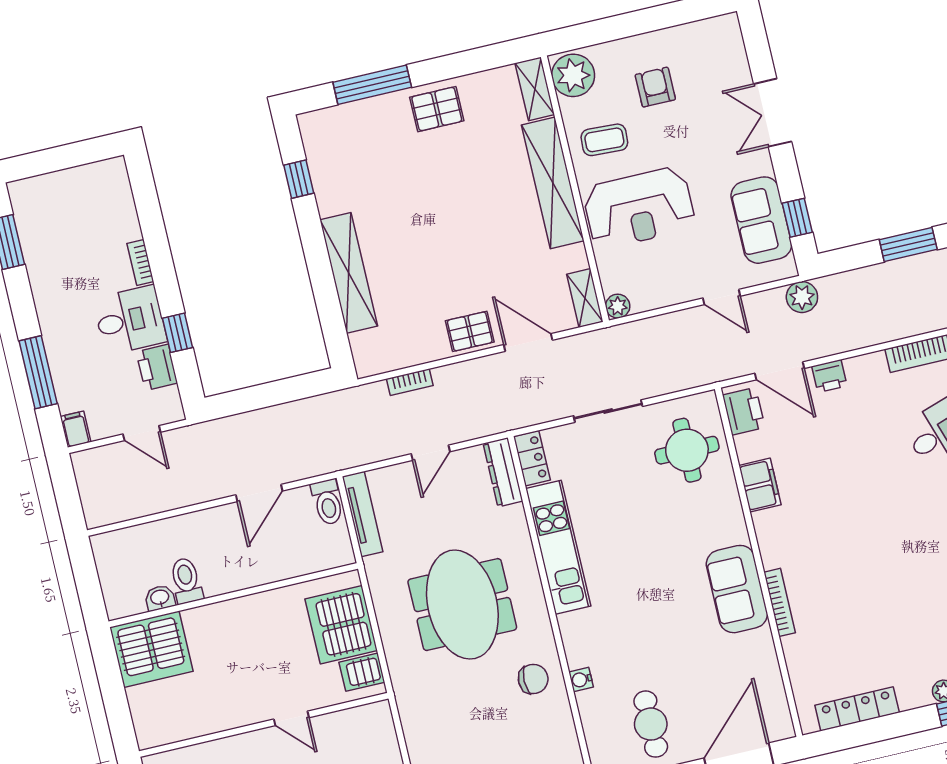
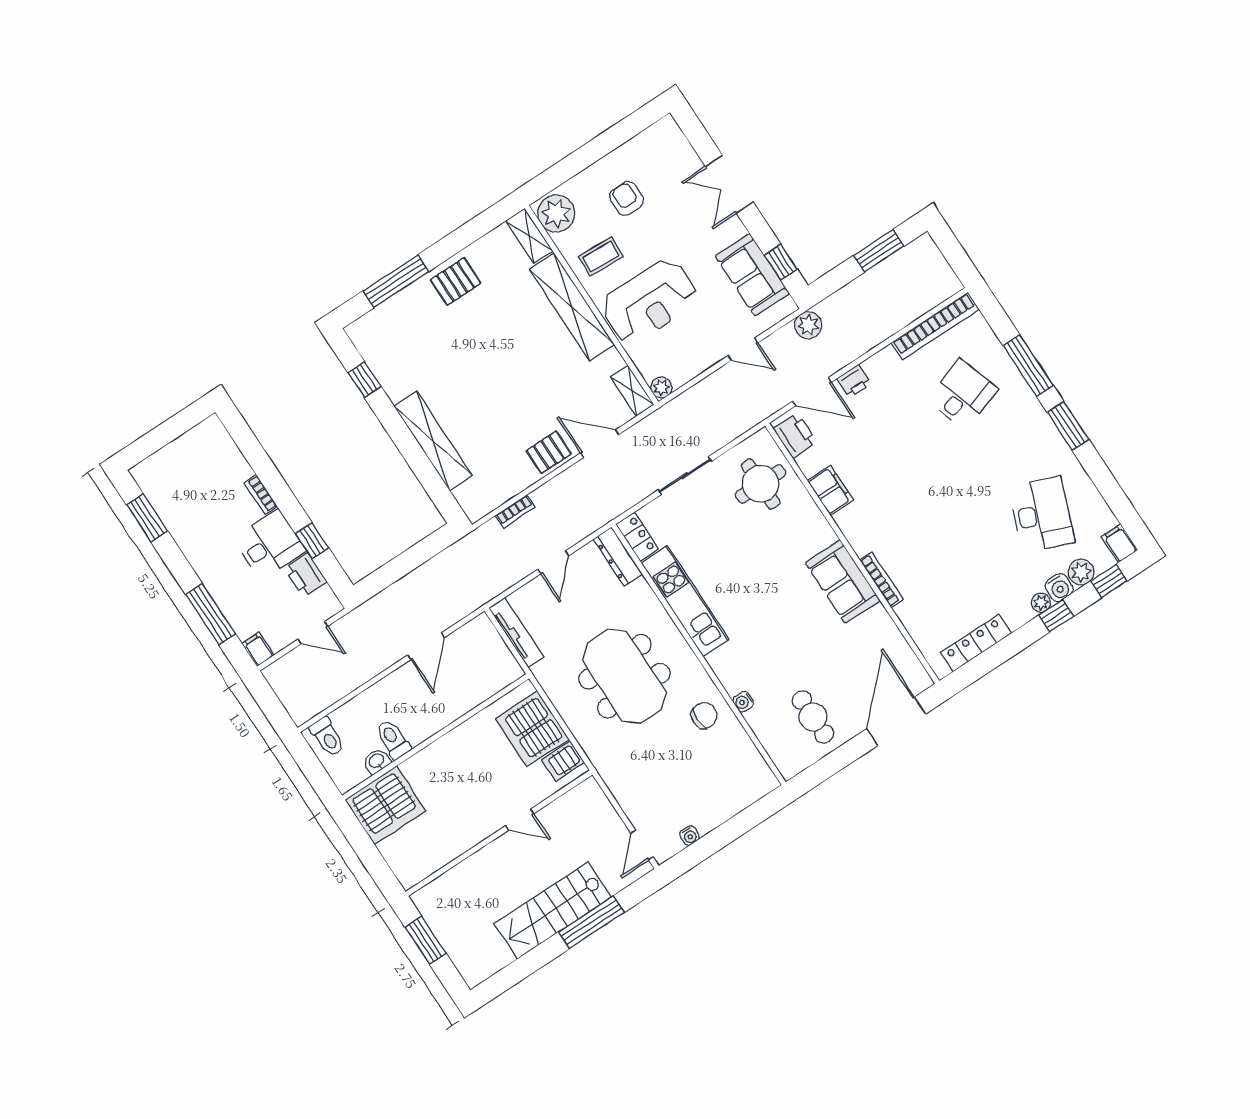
toilet: (327, 502) -> (327, 737), moved

